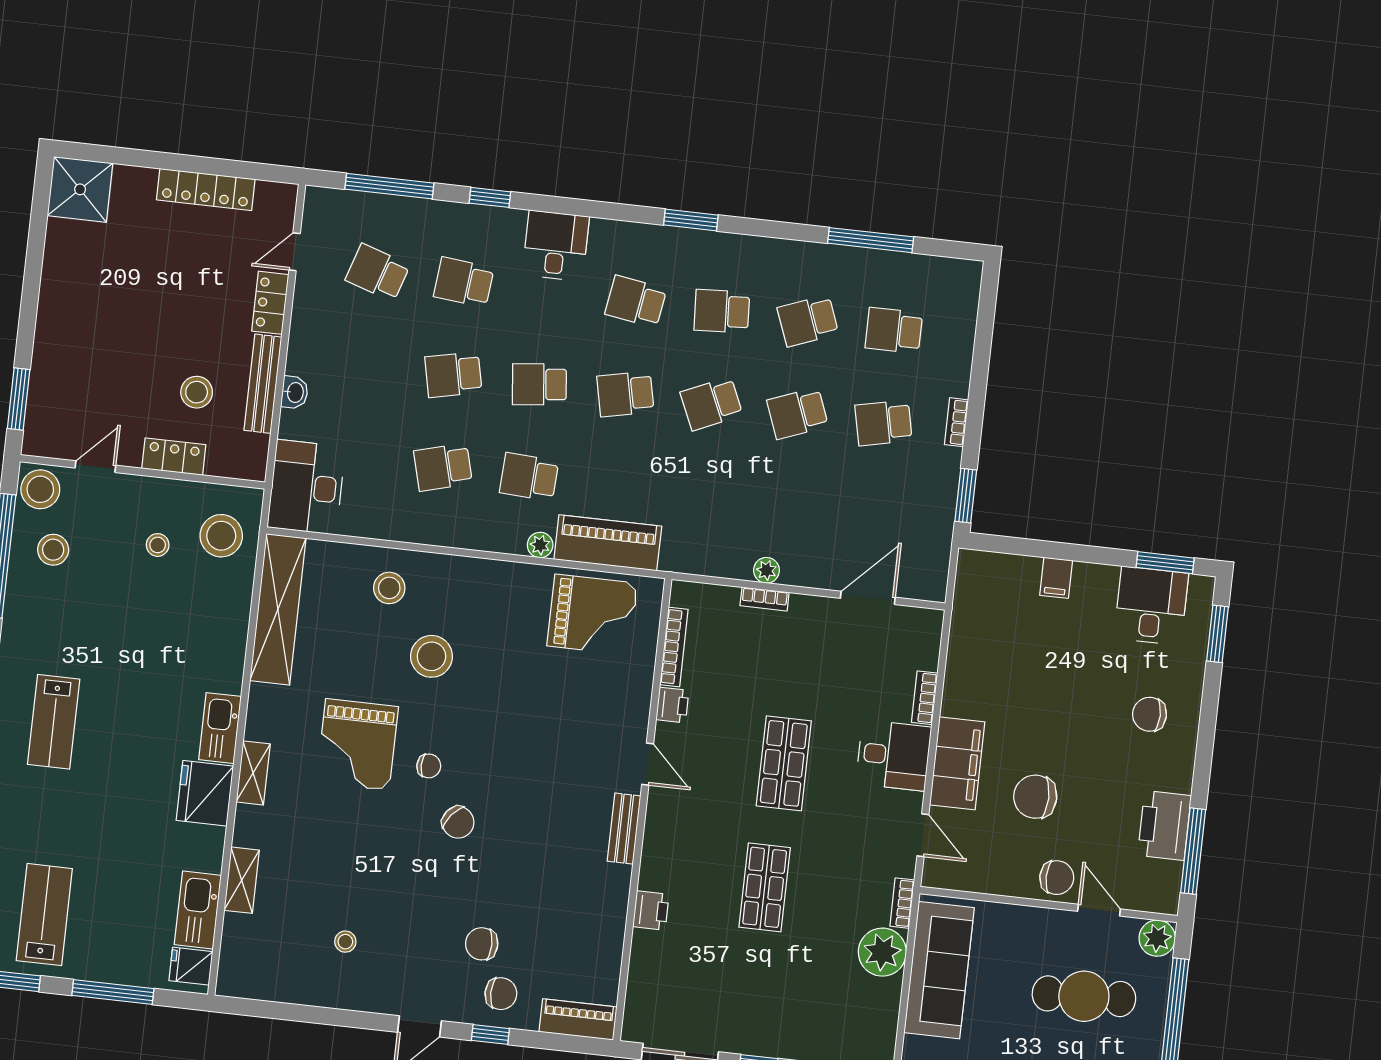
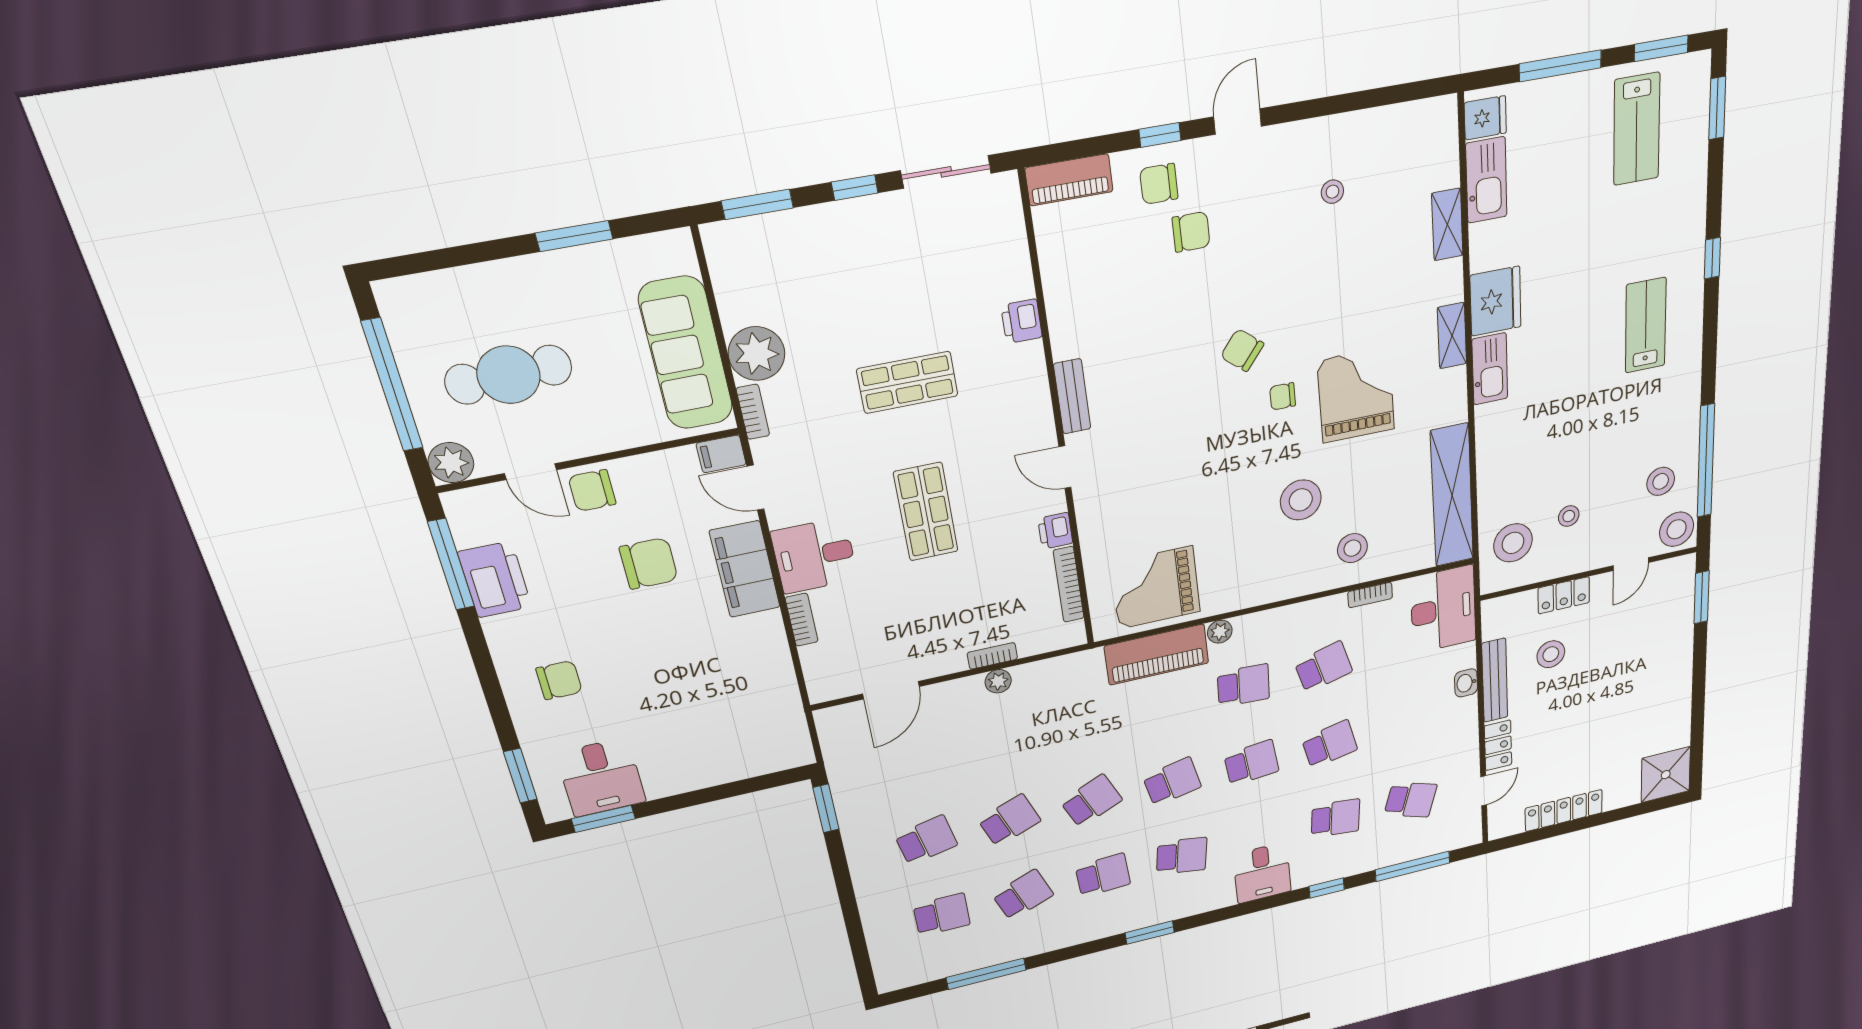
bookcase: (956, 422) -> (1370, 595), moved, turned 90
filing cabinet: (1056, 578) -> (721, 454), moved, turned -90
shop shelf: (765, 887) -> (907, 382), turned 90

